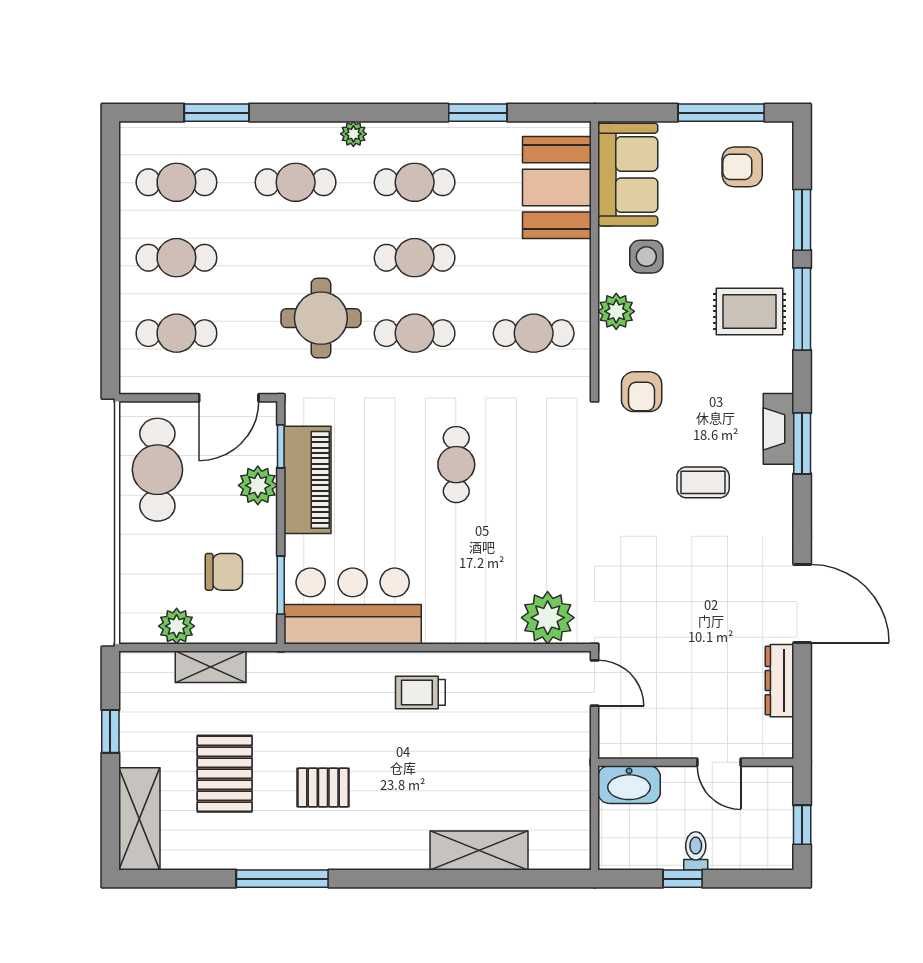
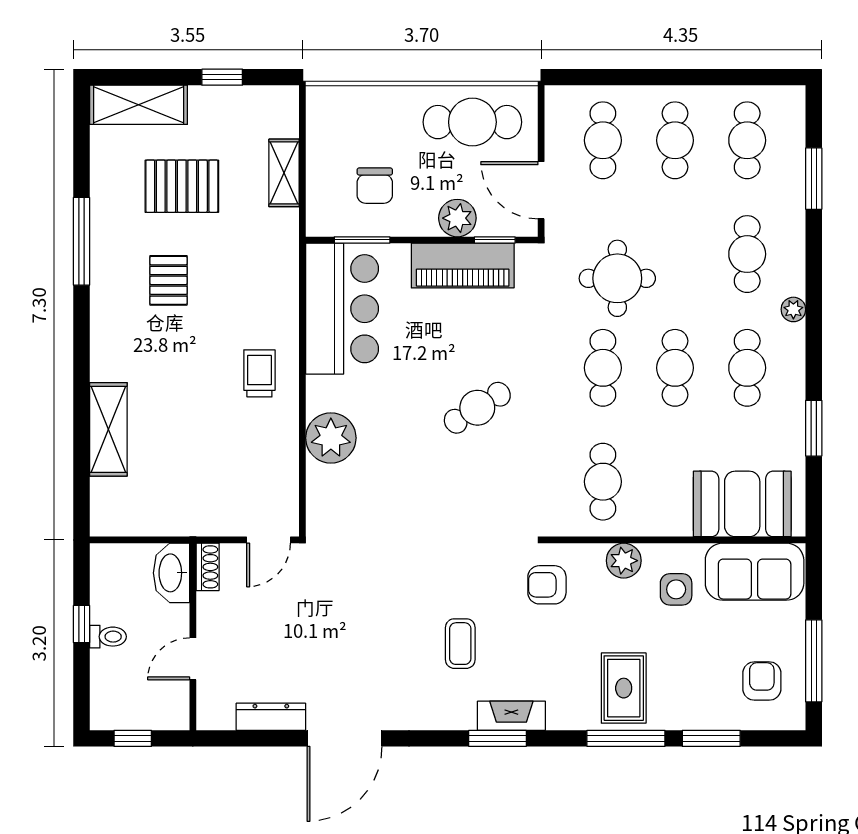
cafe table: (456, 465) -> (477, 408), turned -32
plant: (548, 618) -> (331, 438), moved
plant: (177, 626) -> (323, 140), removed
shoe rack: (623, 747) -> (208, 567), added

